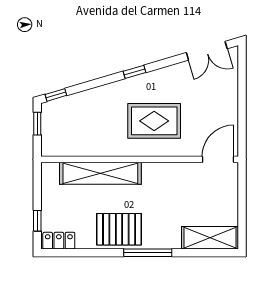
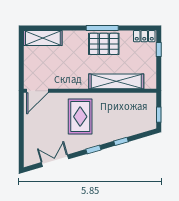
double door: (207, 51) -> (55, 161), moved
window: (56, 95) -> (121, 141), moved
rug: (154, 121) -> (80, 117), turned 90
window: (148, 253) -> (102, 28), moved

